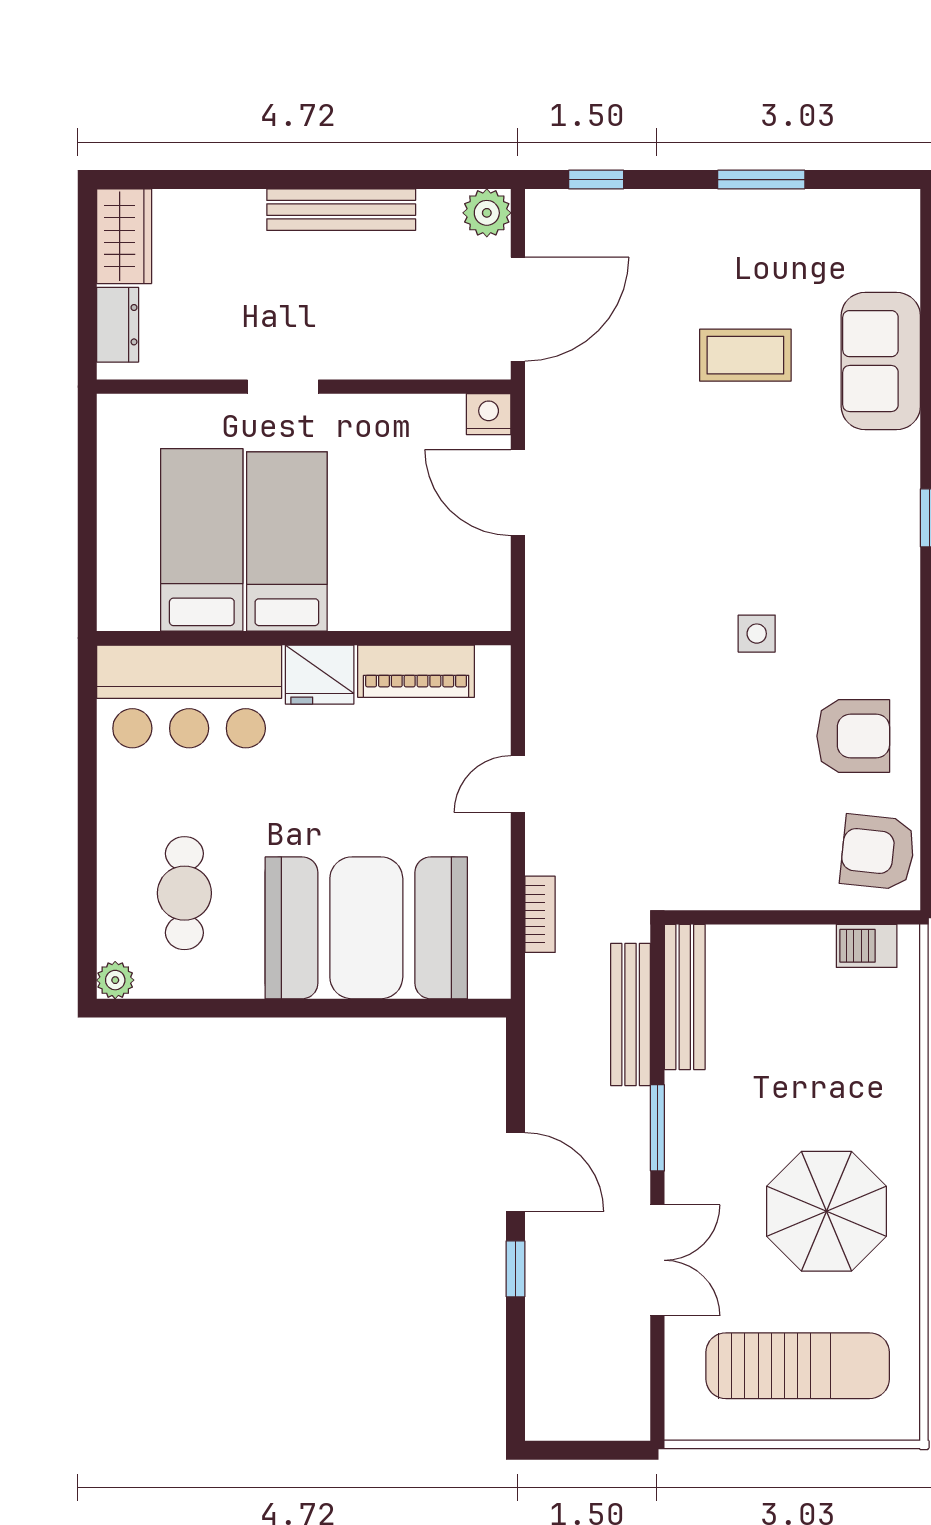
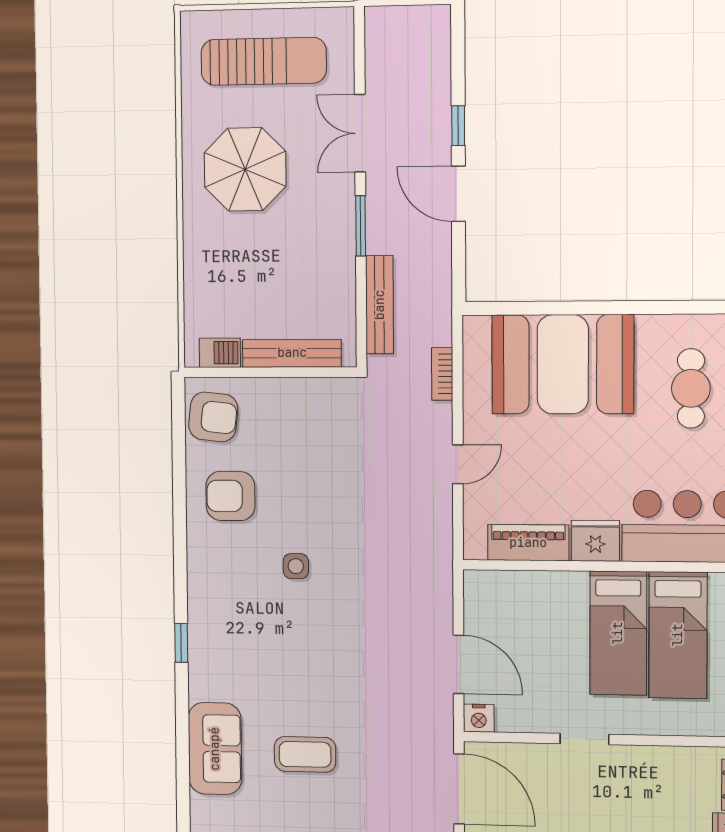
door: (518, 309) -> (459, 789), swing flipped
doorway: (283, 387) -> (585, 739), moved
bench: (685, 997) -> (292, 353), moved, turned 90
sun lounger: (798, 1366) -> (264, 61), turned 180

